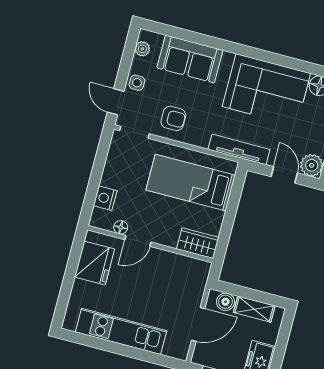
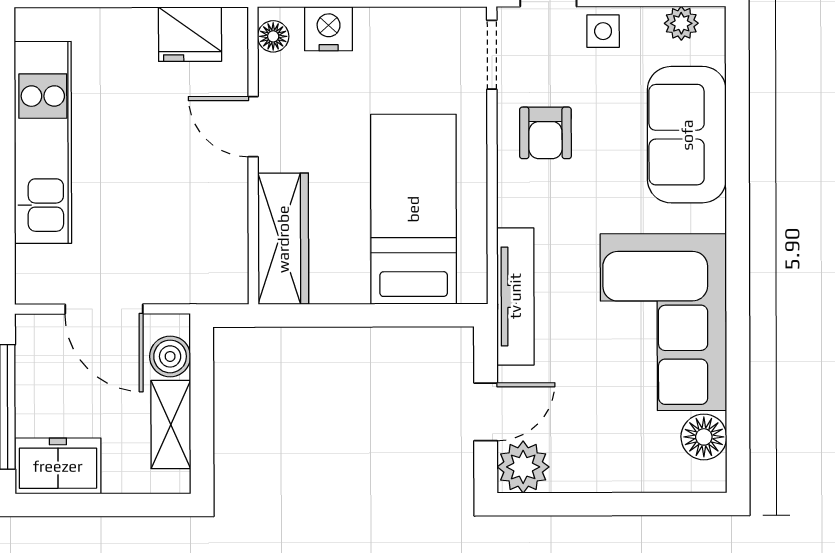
floor lamp: (121, 227) -> (273, 36), moved
wardrobe: (198, 243) -> (283, 239), width x1.50
fridge: (94, 263) -> (190, 34), width x0.73, depth x0.75

